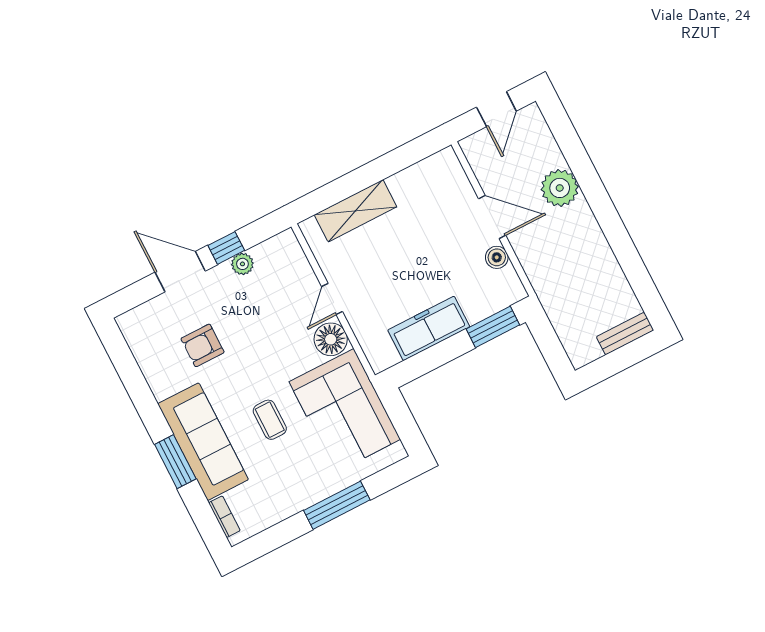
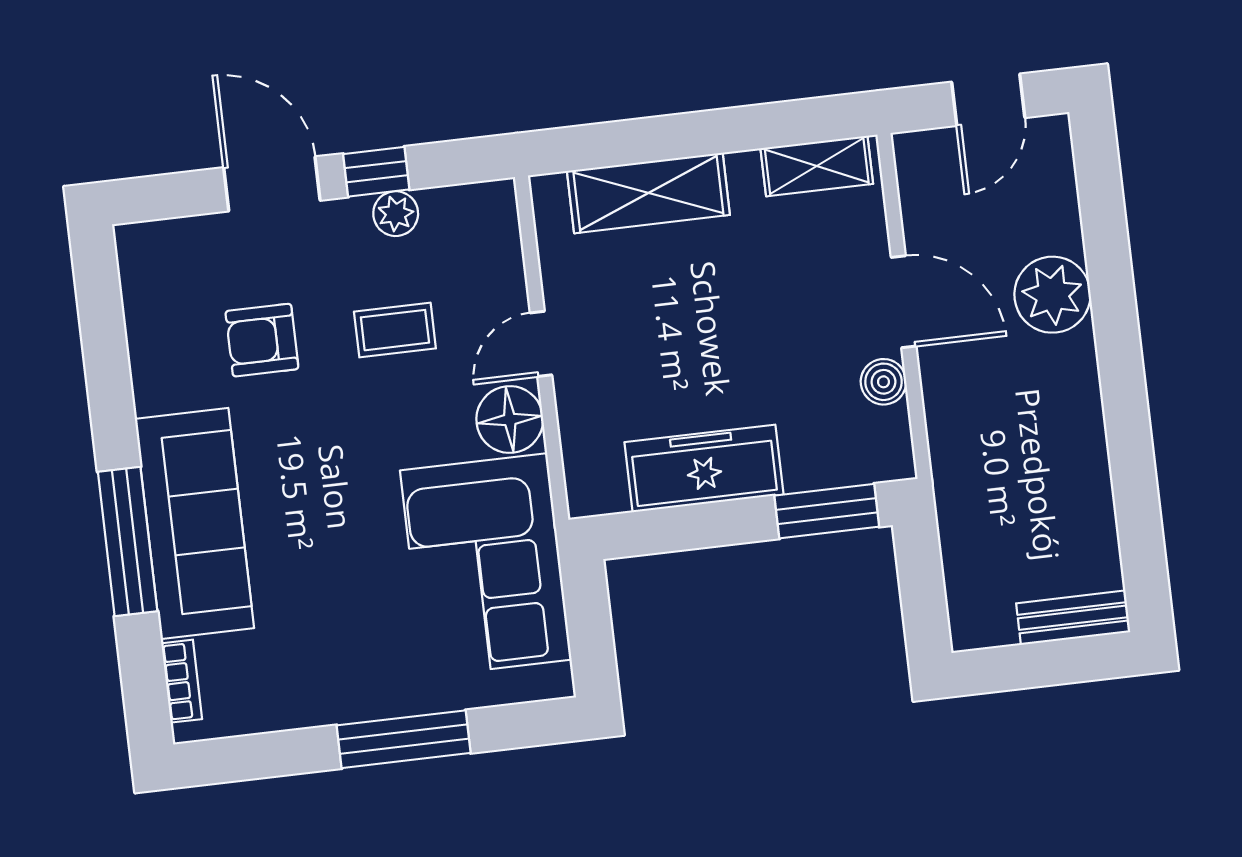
shelving: (429, 169) -> (817, 166), added
coffee table: (270, 420) -> (395, 330), moved, turned 90
window: (175, 462) -> (128, 541), width x1.44

